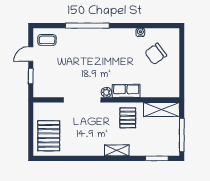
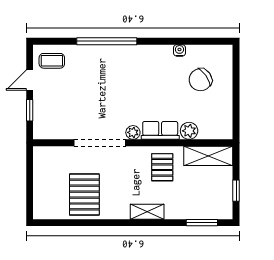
plant: (147, 91) -> (189, 131), added
window: (182, 135) -> (236, 191), width x0.46
pallet: (49, 136) -> (84, 195), moved

